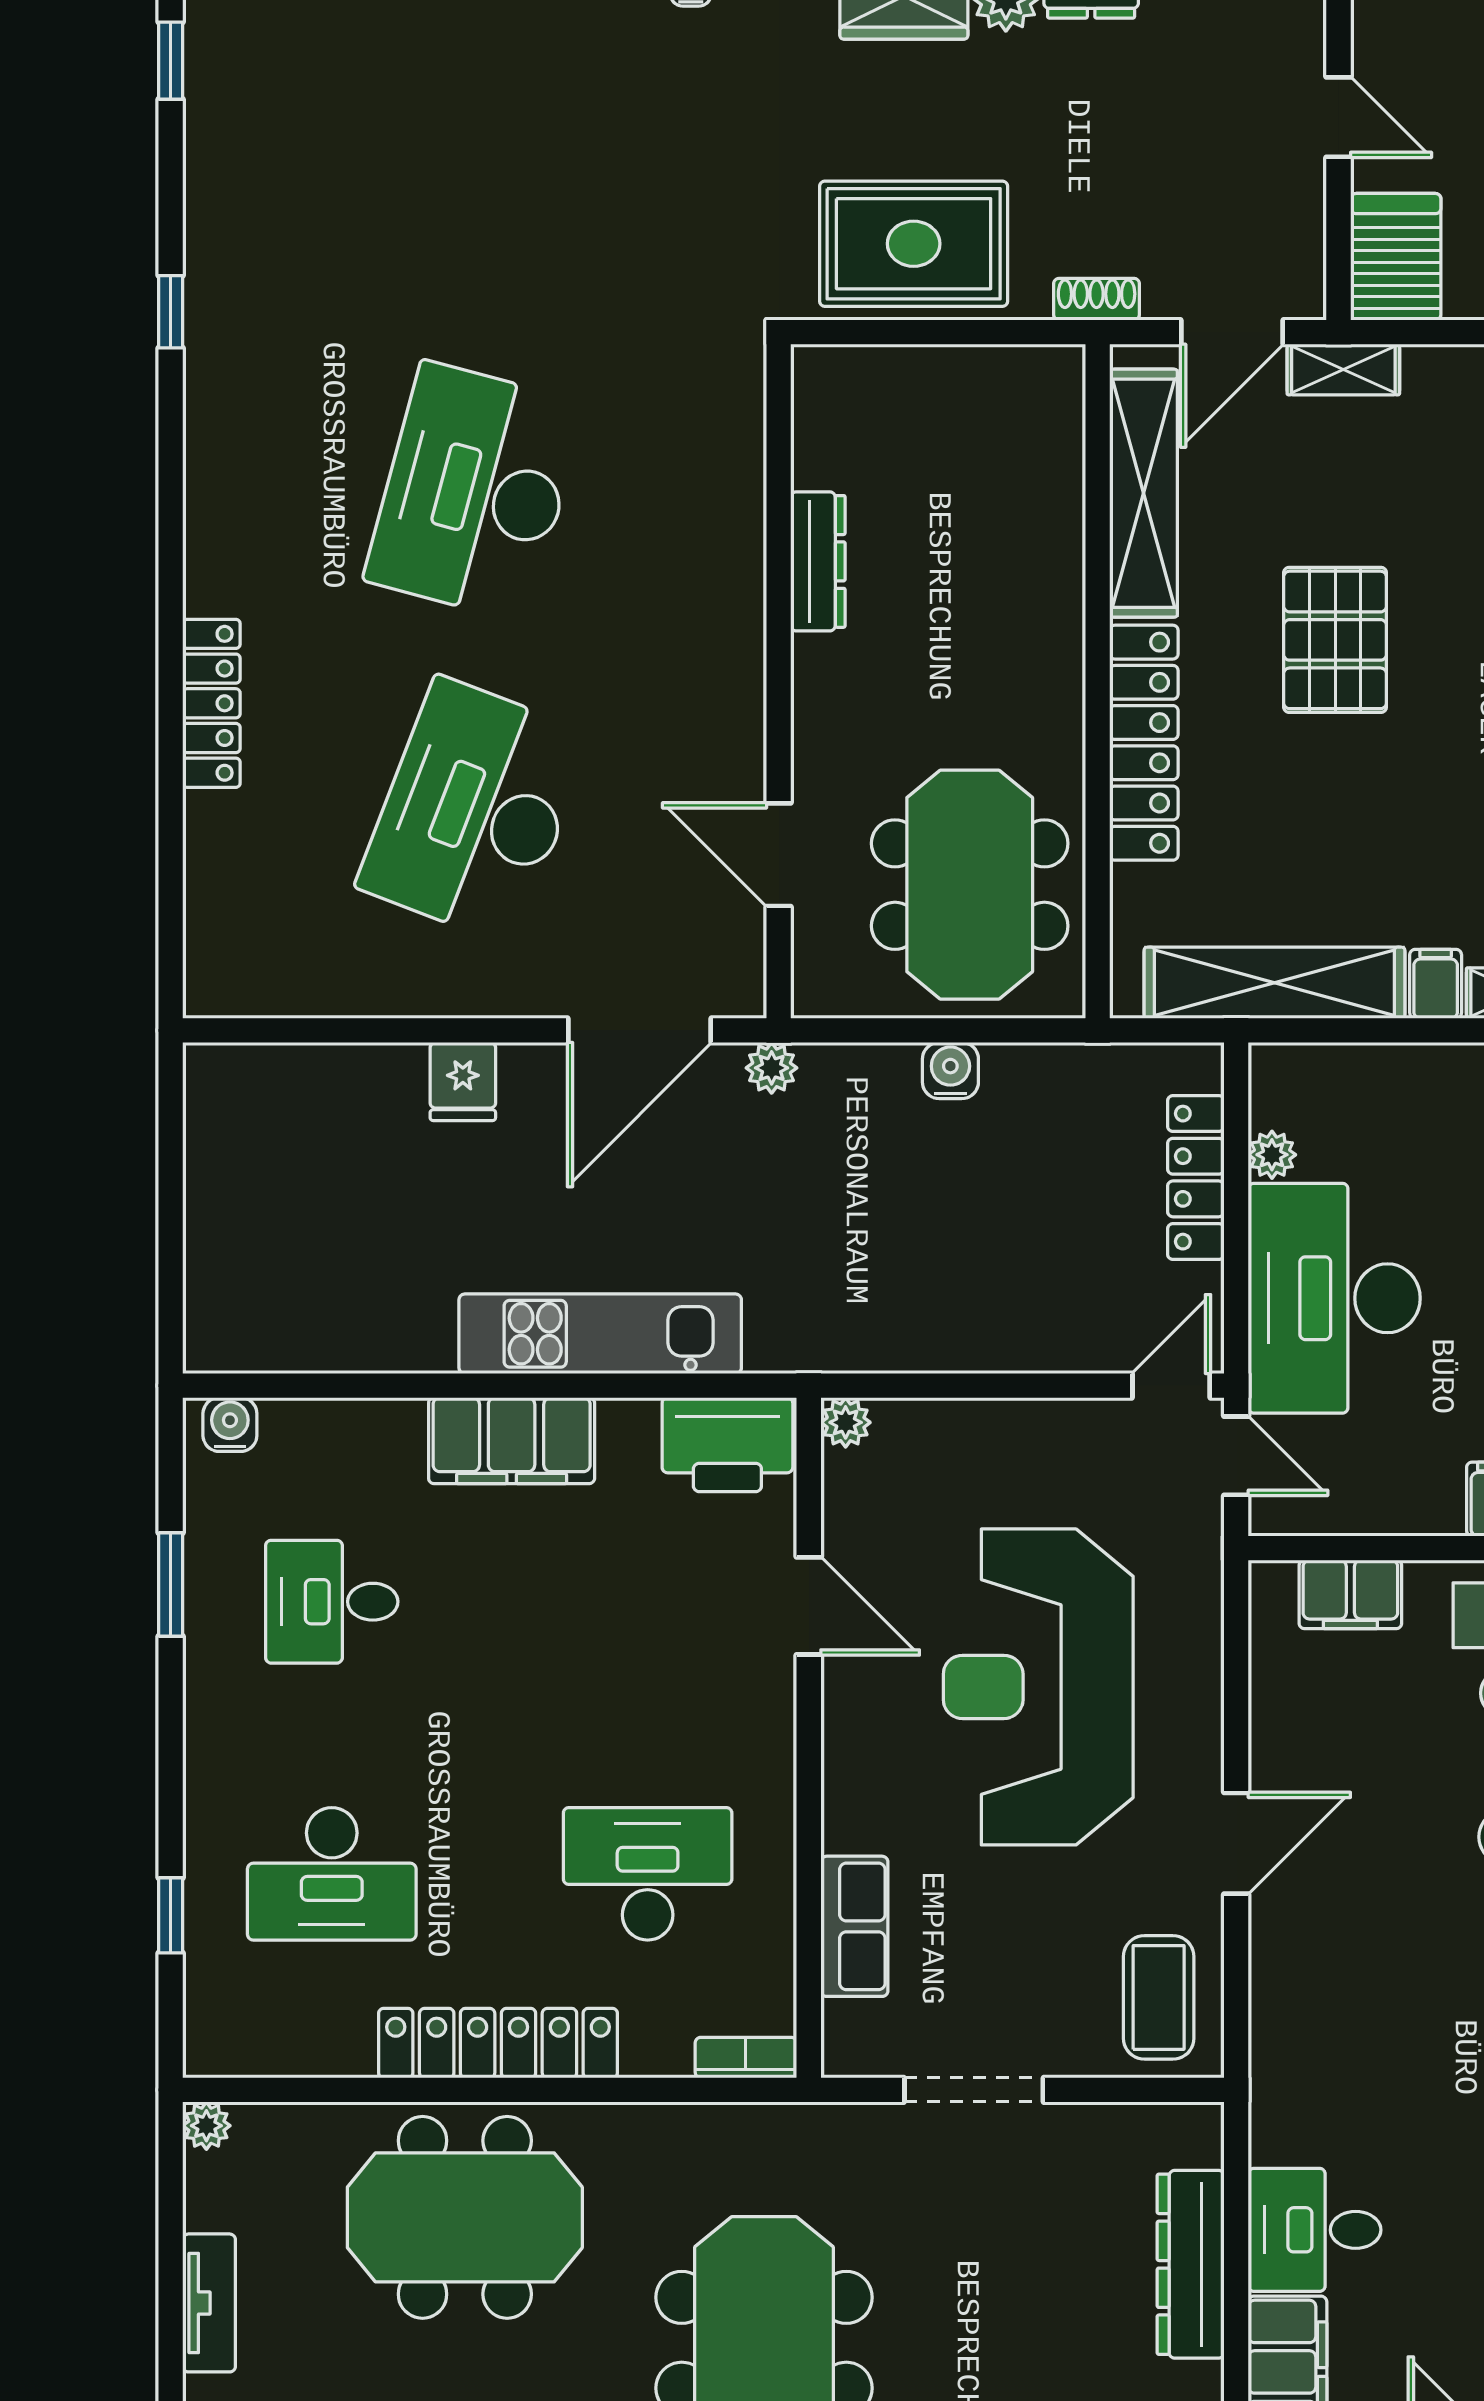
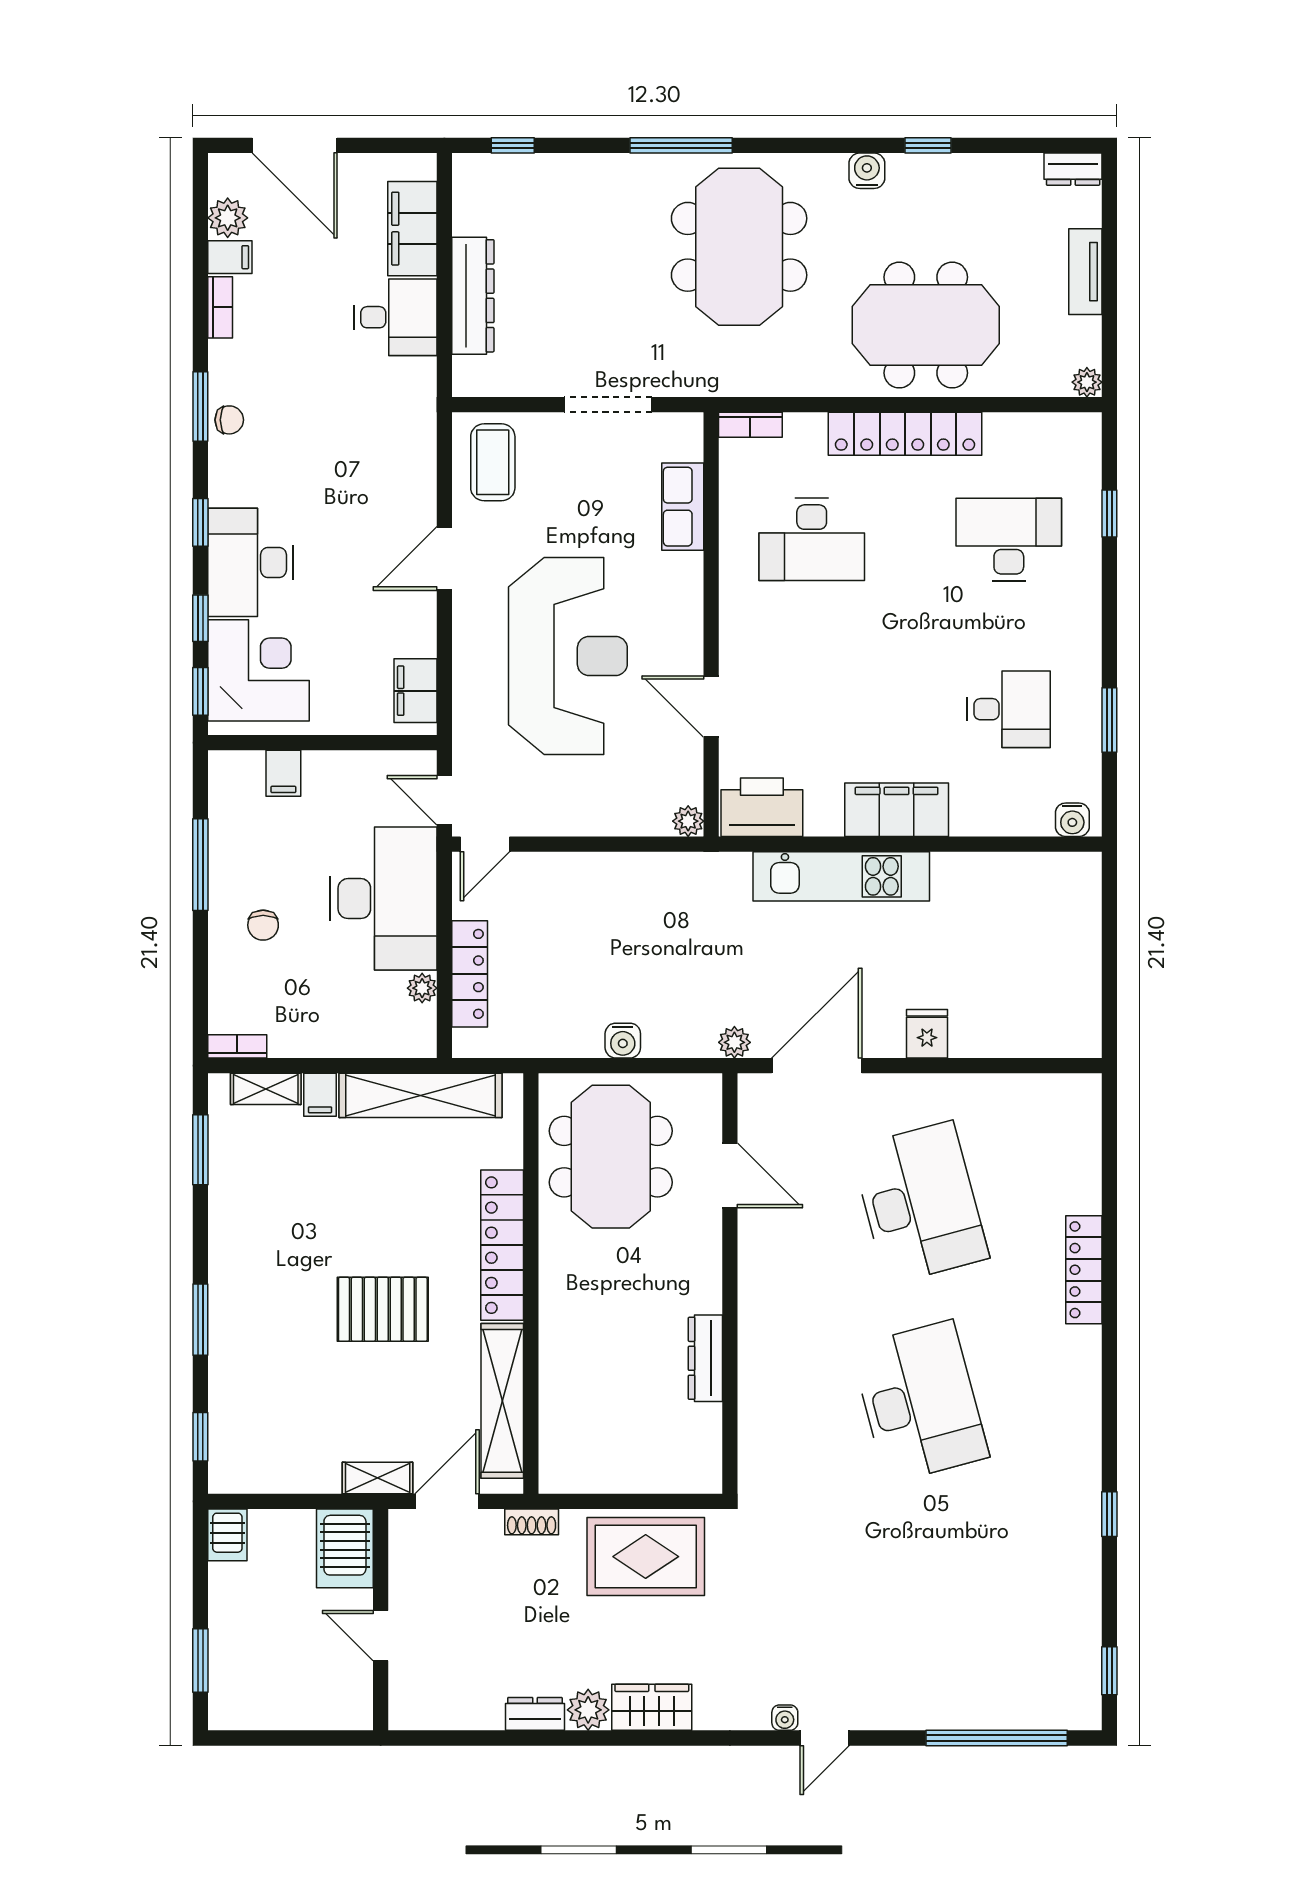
desk: (475, 492) -> (920, 1402), turned -30
pallet: (1335, 640) -> (383, 1309), turned 90
desk: (475, 811) -> (920, 1203), turned -36
filing cabinet: (1350, 1594) -> (416, 691), moved, turned -90

